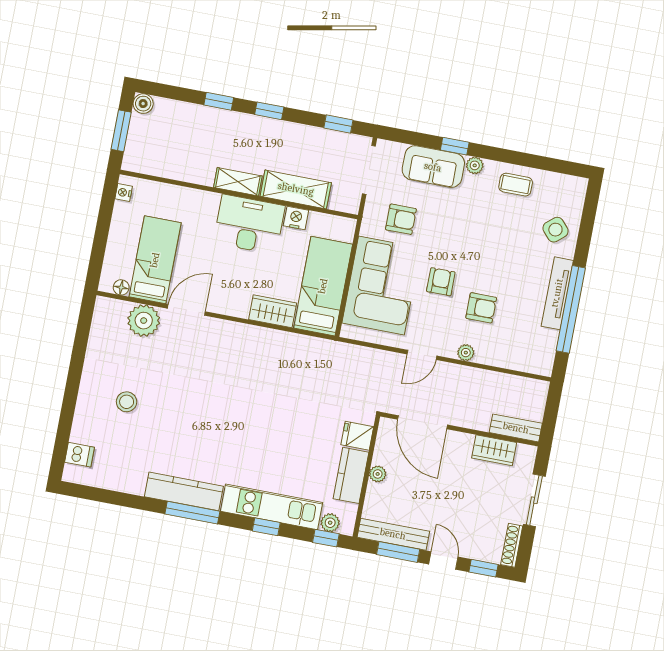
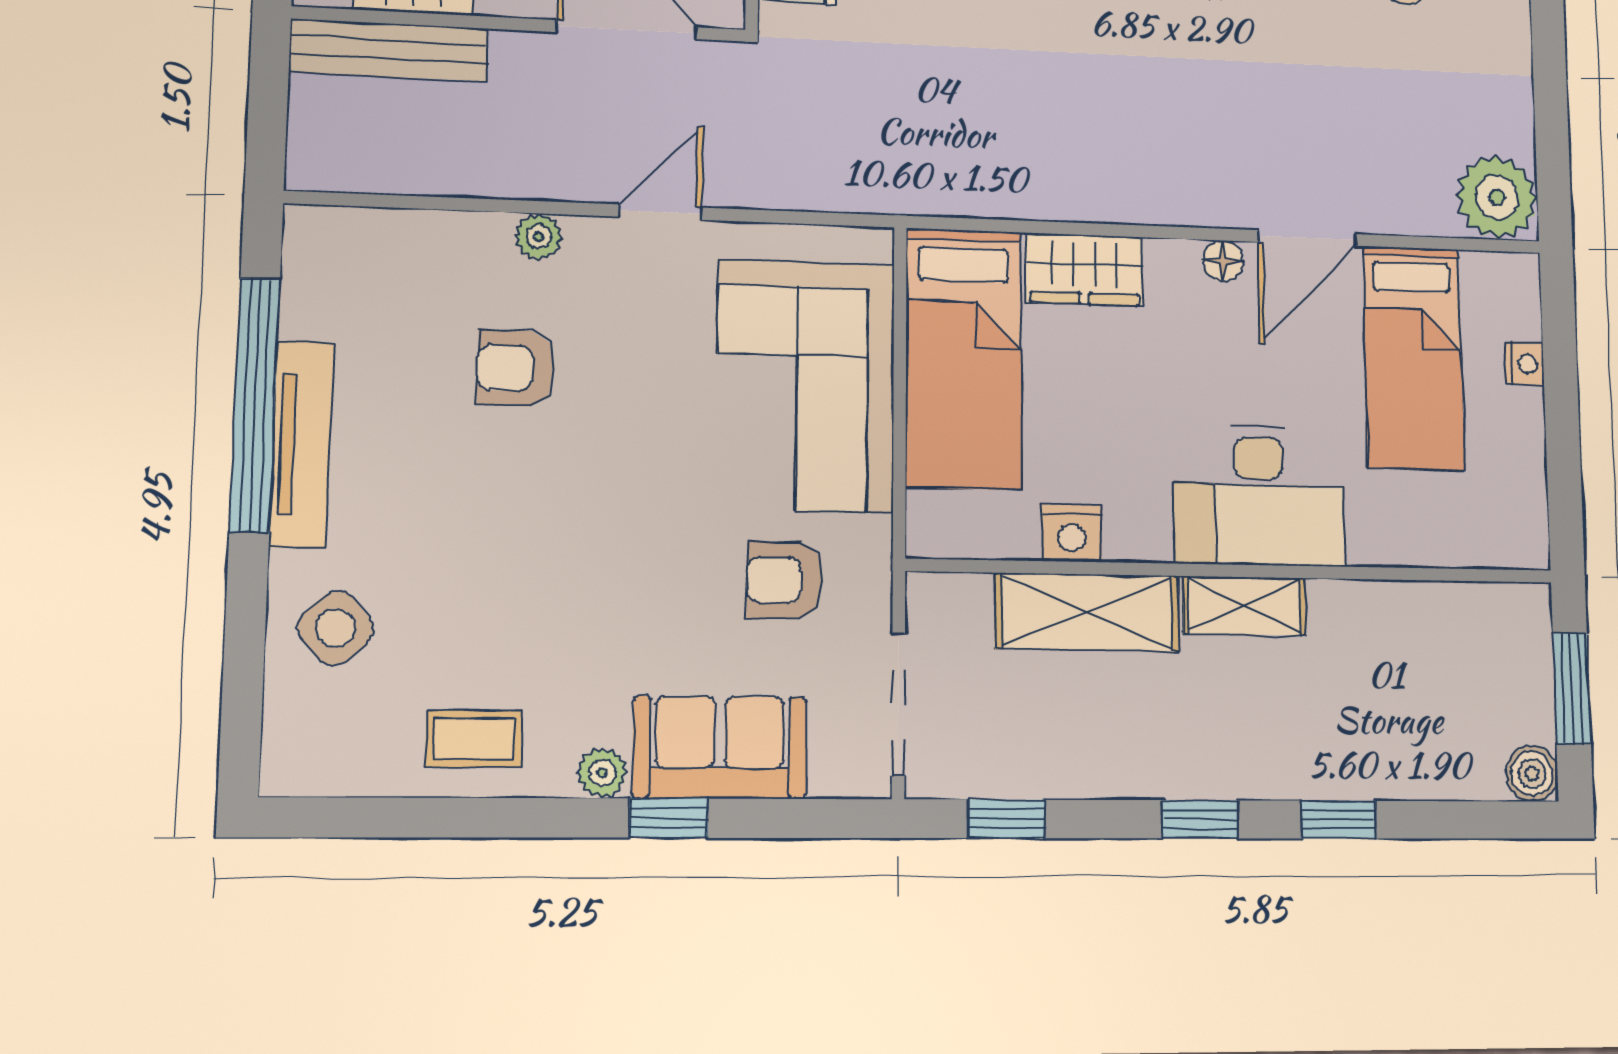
nightstand: (124, 193) -> (1525, 364), moved
desk: (249, 224) -> (1259, 496), moved
armchair: (441, 282) -> (642, 423), removed
floor lamp: (121, 287) -> (1223, 261), moved
plant: (144, 321) -> (1497, 197), moved
bench: (516, 428) -> (389, 50), width x1.36

